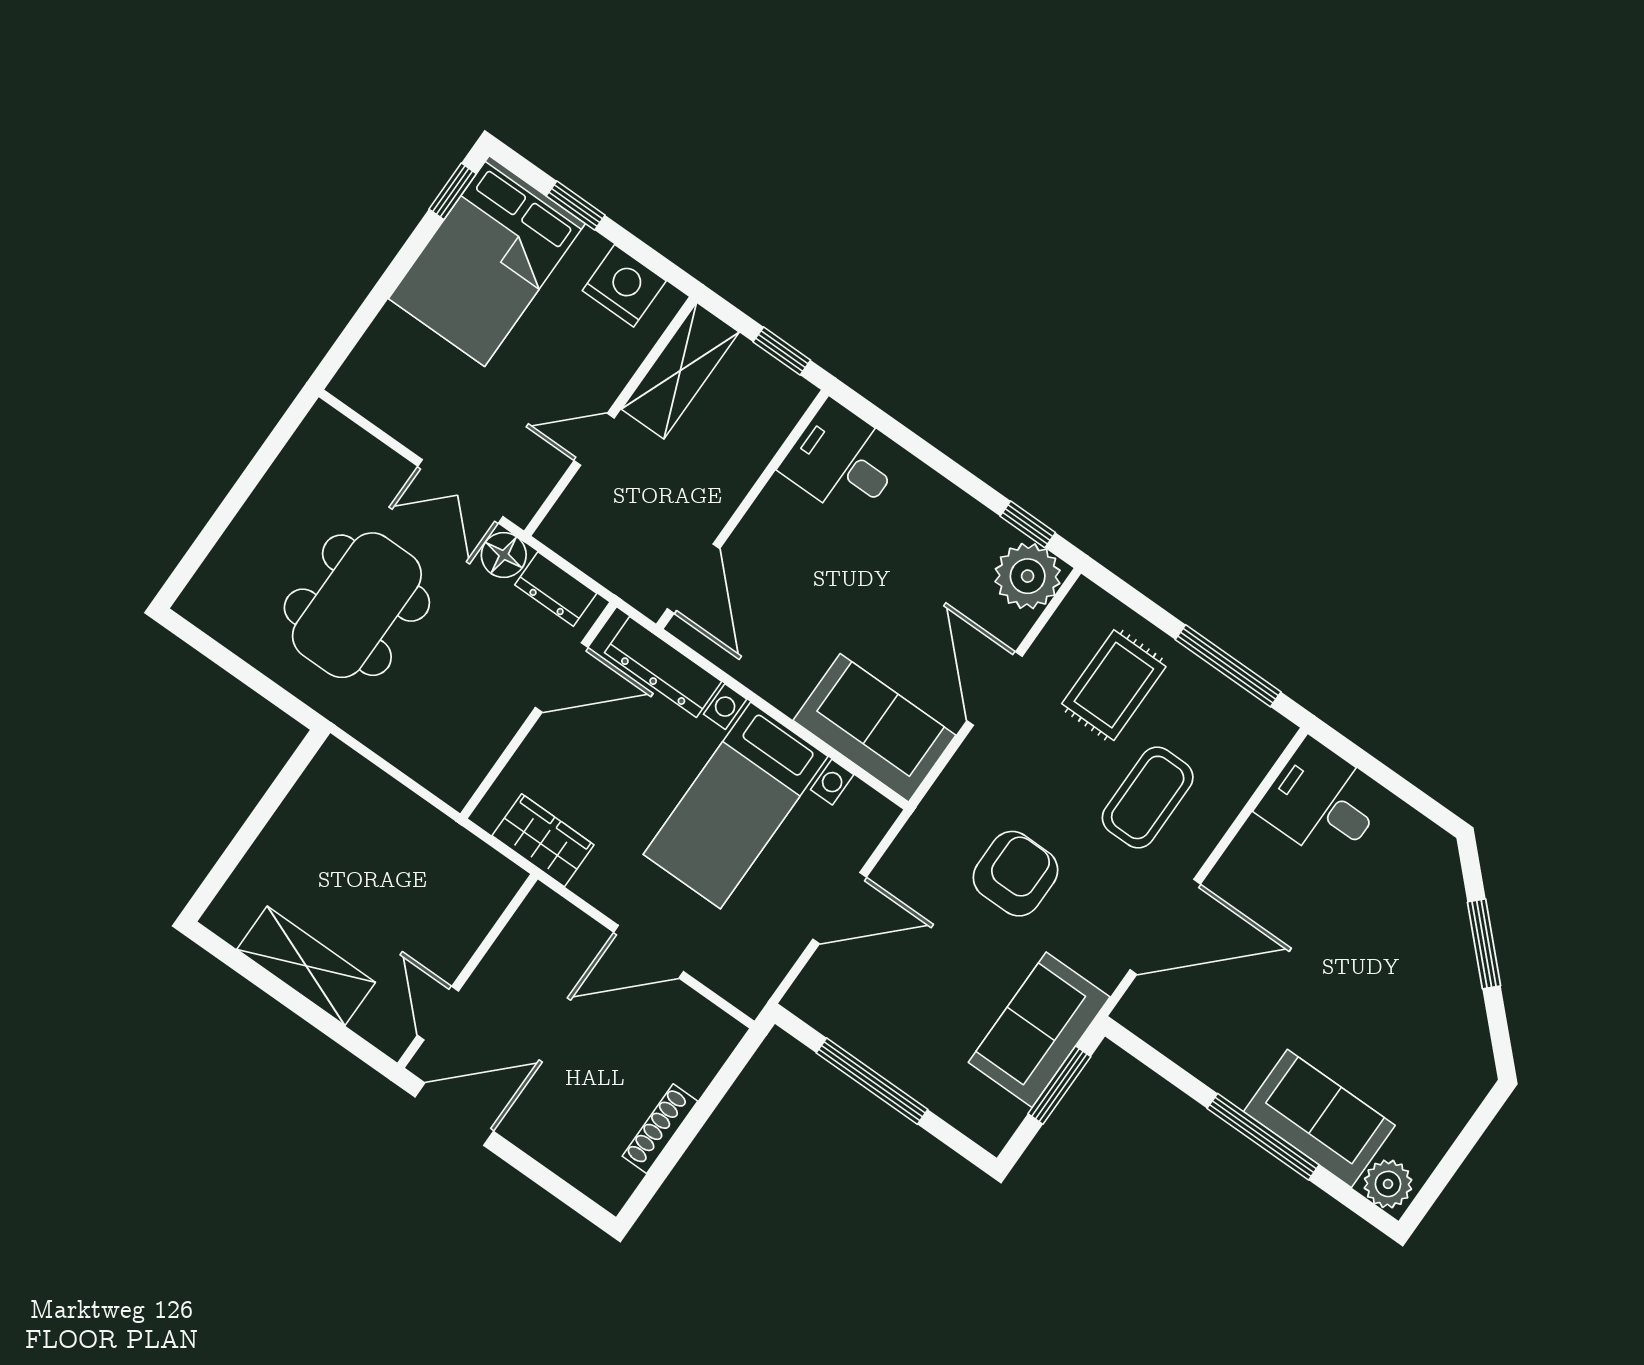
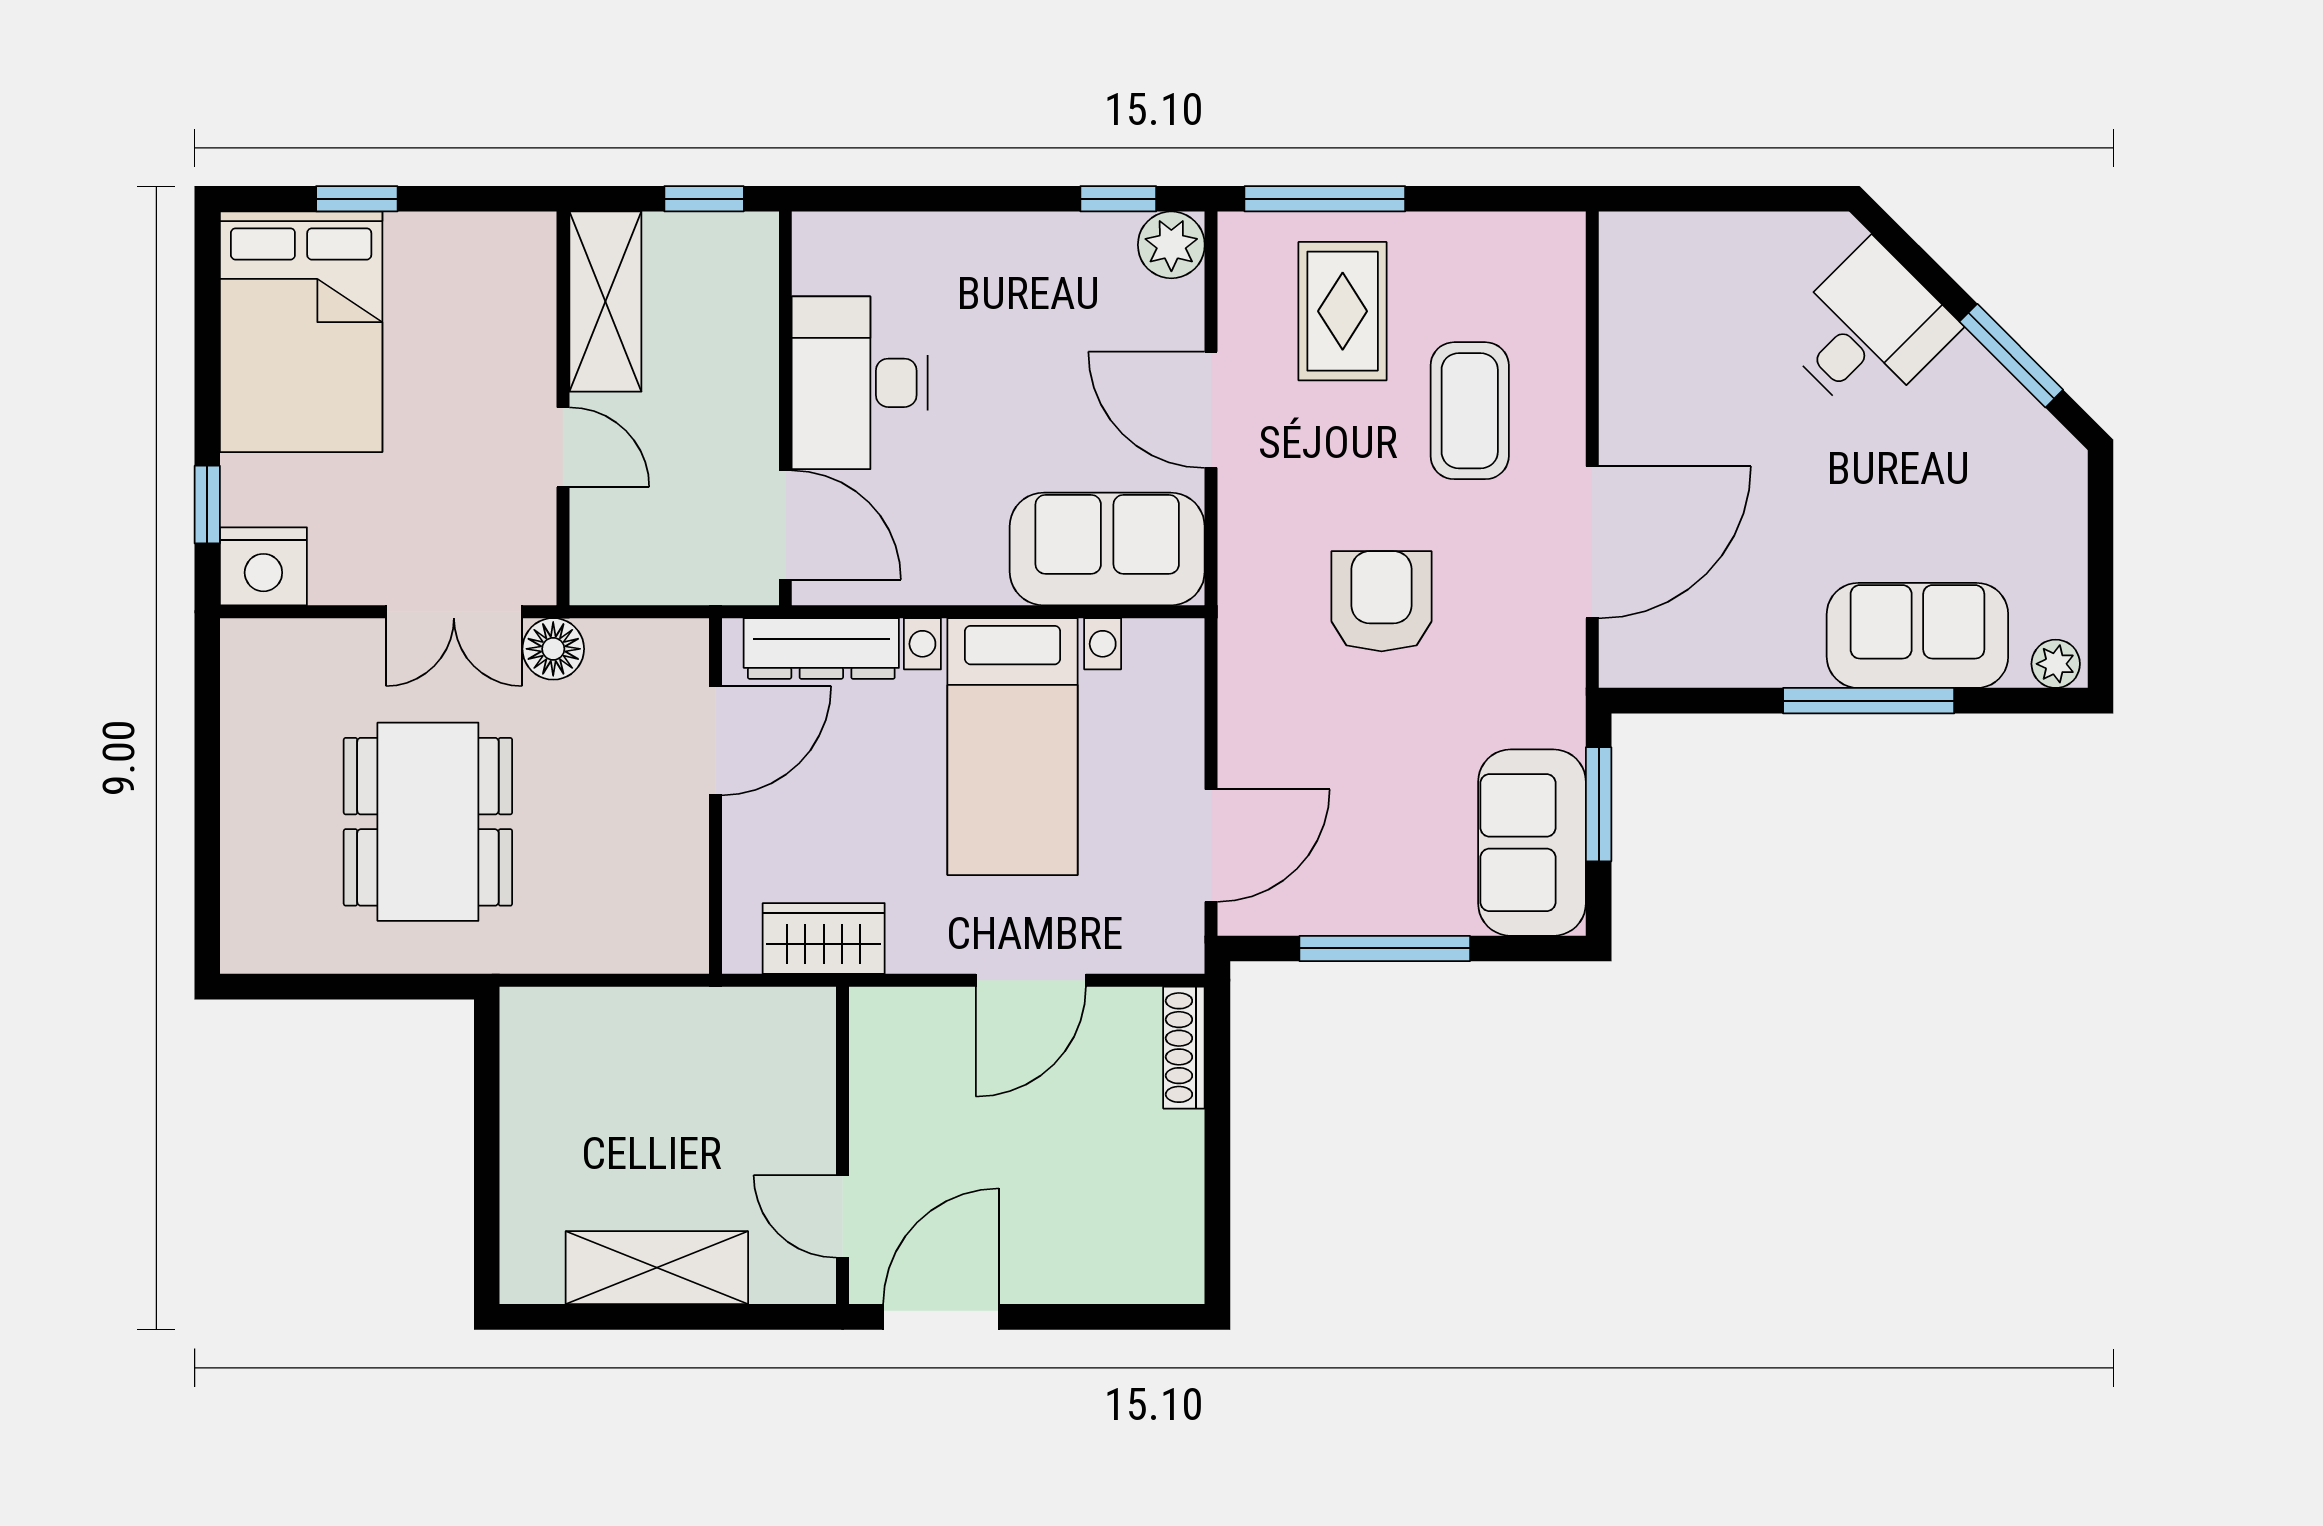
window: (453, 191) -> (207, 505), moved
nightstand: (624, 286) -> (263, 566), moved, turned 180
door: (594, 439) -> (563, 447), swing flipped
desk: (842, 461) -> (860, 383), moved, width x1.37
plant: (1028, 576) -> (1171, 245), width x0.73, depth x0.73
dresser: (556, 589) -> (639, 646), removed
window: (1228, 666) -> (1325, 199), moved
desk: (1322, 802) -> (1868, 331), moved, turned 135
door: (840, 908) -> (1211, 846), moved
window: (1484, 944) -> (2011, 356), moved
sofa: (1039, 1030) -> (1532, 843), moved
shoe rack: (660, 1129) -> (1184, 1048), moved
plant: (1388, 1184) -> (2056, 664), width x0.73, depth x0.73

